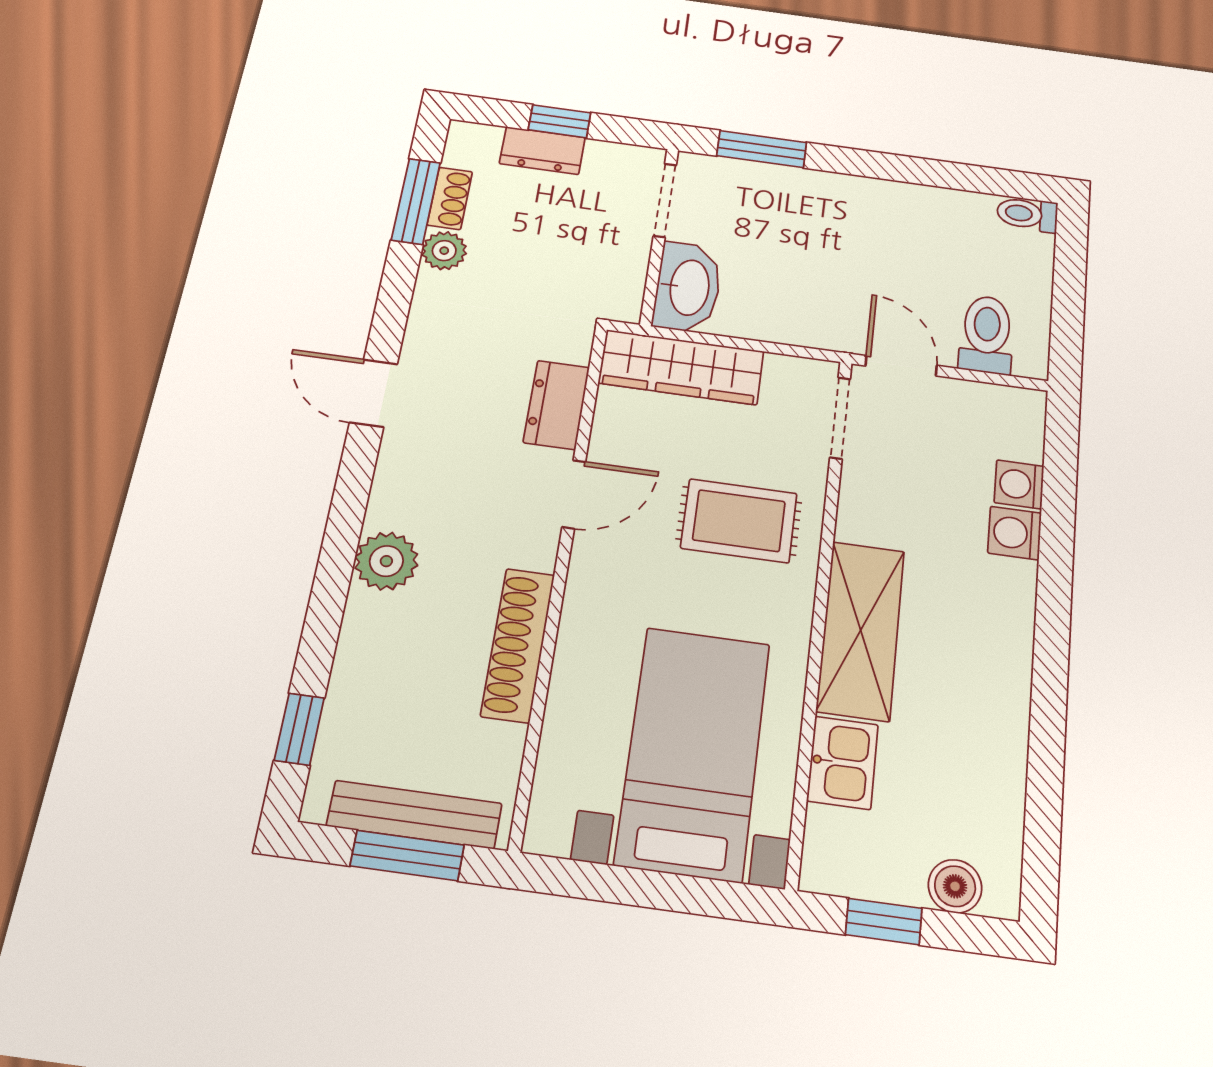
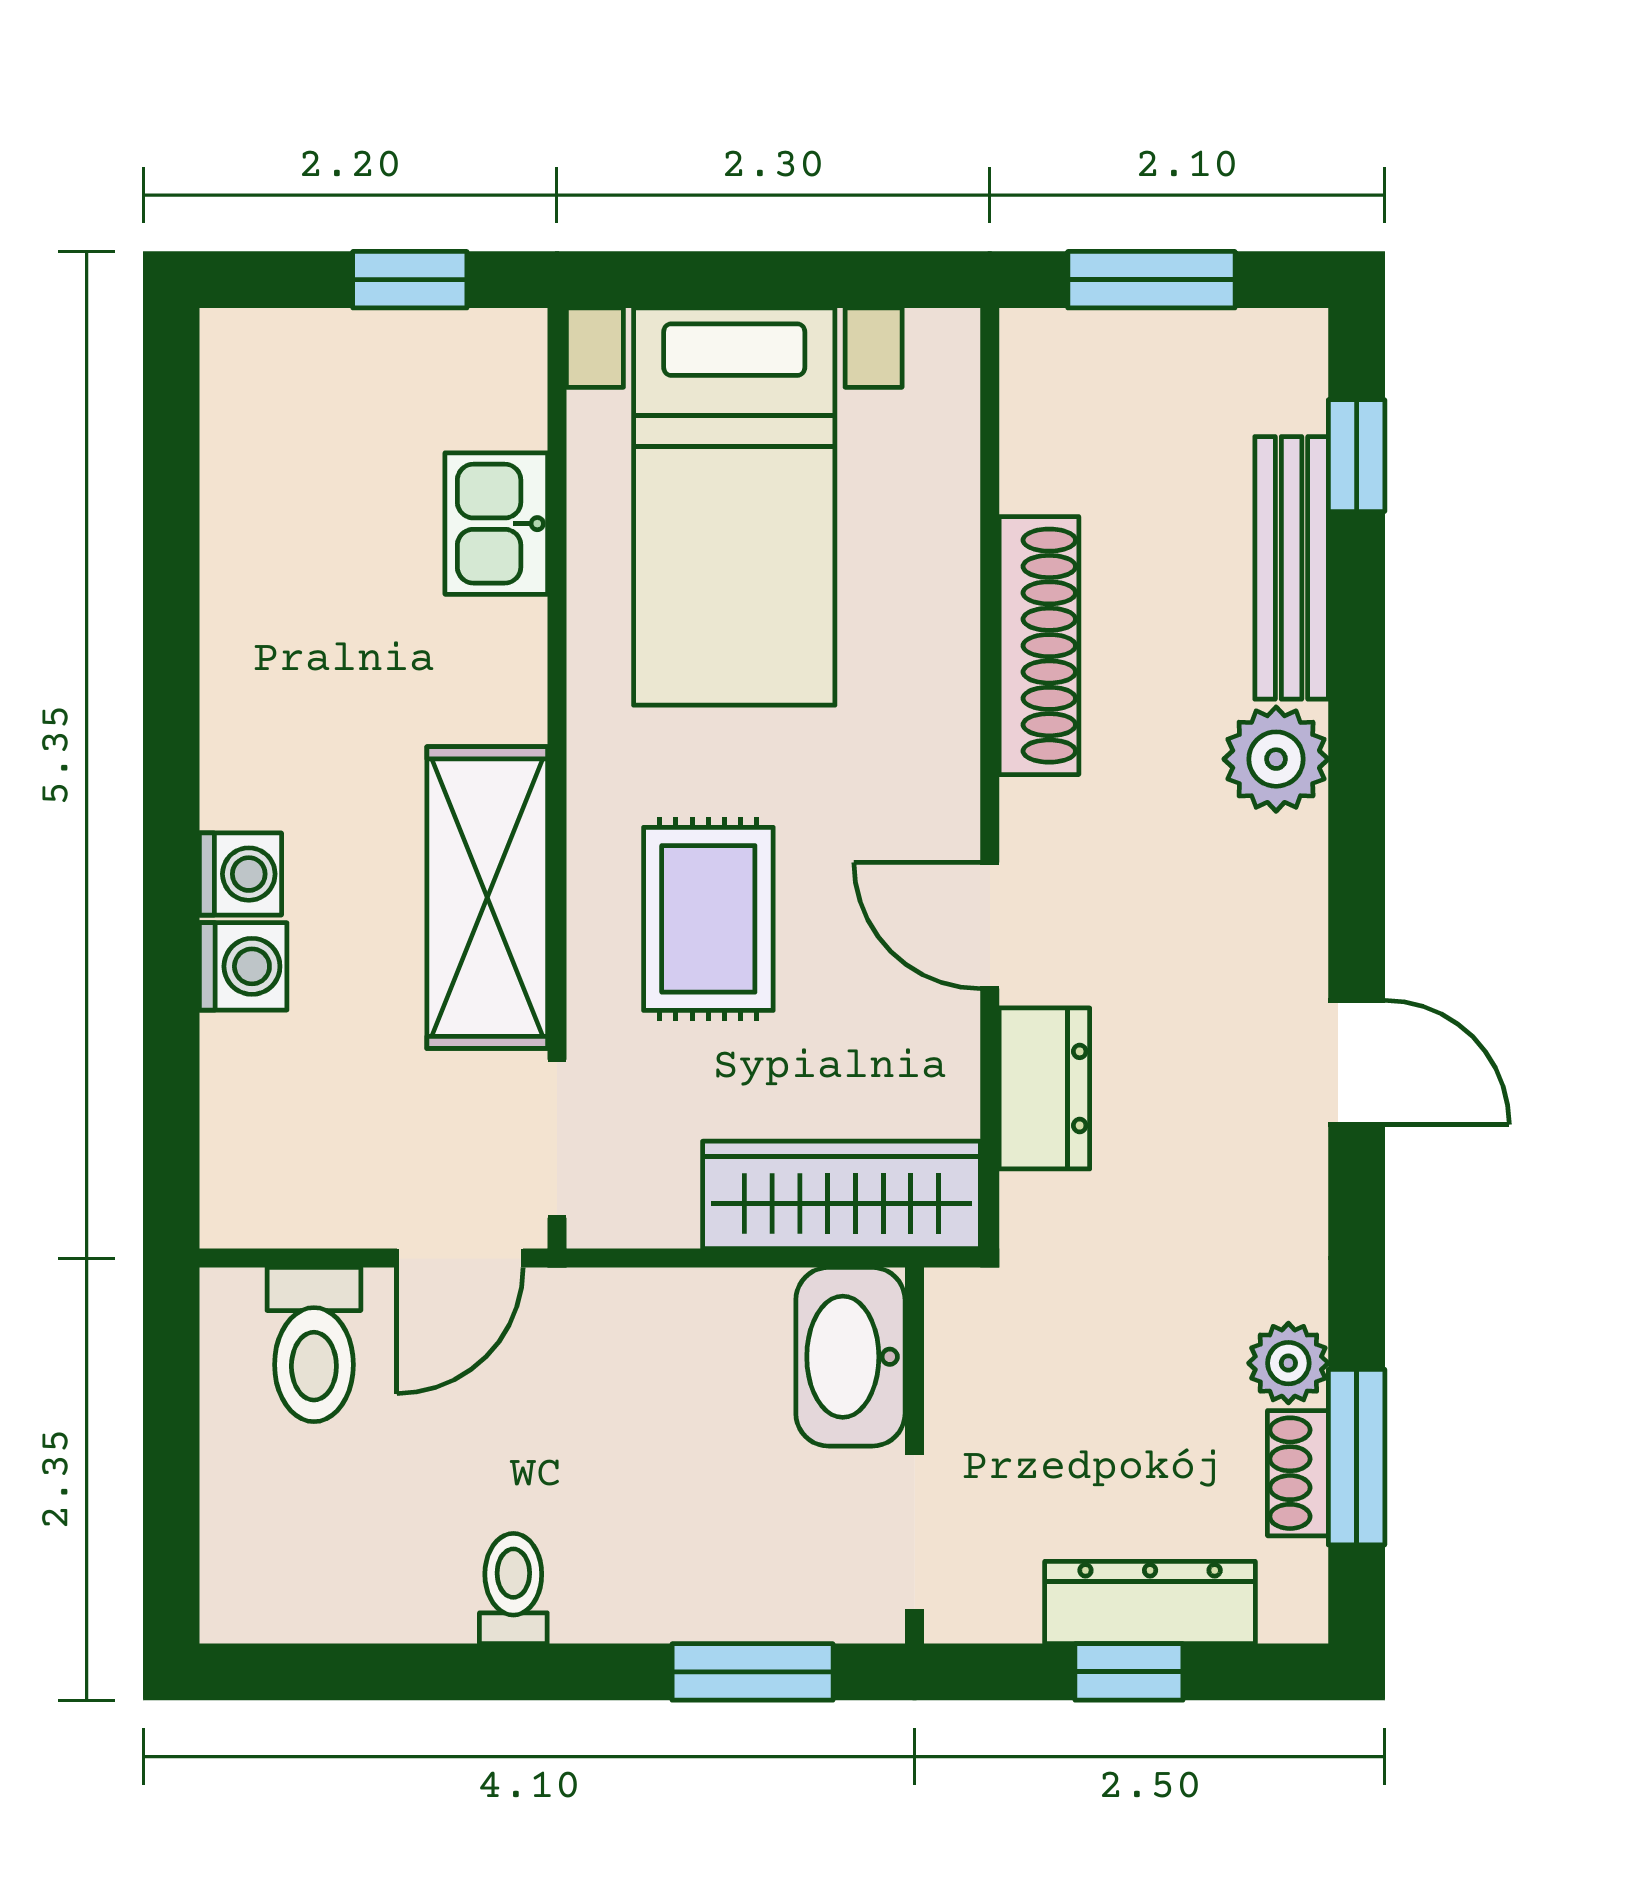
dresser: (542, 151) -> (1150, 1603), width x1.44
toilet: (1027, 214) -> (513, 1589), moved, turned -90
door: (901, 366) -> (460, 1258), hinge flipped
washing machine: (1019, 484) -> (241, 874), moved
door: (574, 494) -> (990, 925), hinge flipped
rug: (739, 521) -> (708, 919), turned 90
shelving: (861, 630) -> (487, 898), moved
bench: (414, 815) -> (1292, 568), moved, turned 90
boiler: (955, 886) -> (304, 350), removed

